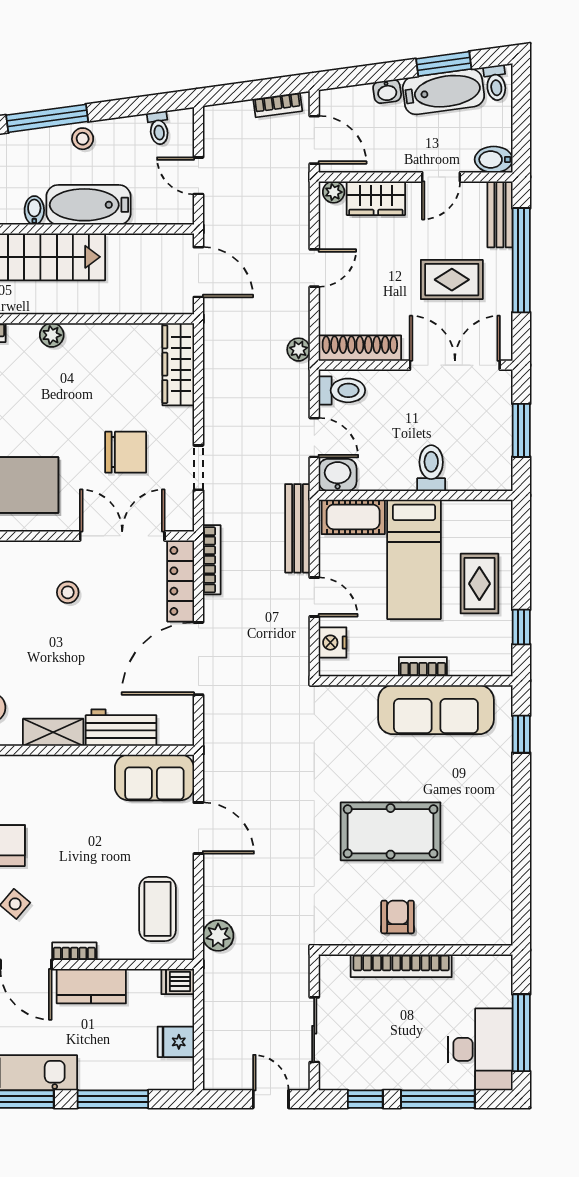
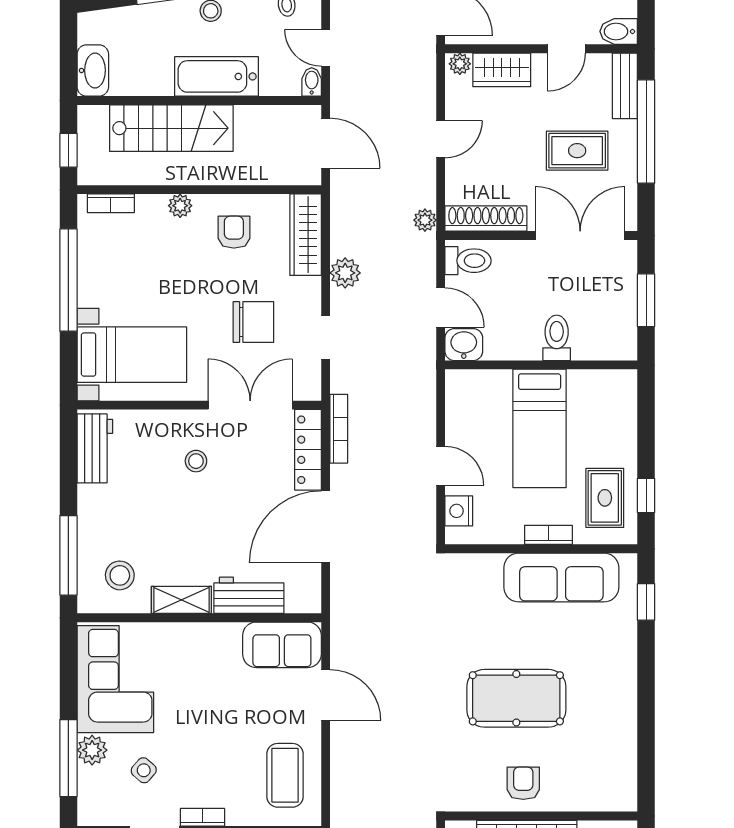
bidet: (34, 210) -> (312, 82), moved
armchair: (106, 362) -> (234, 232), added
cot: (353, 517) -> (479, 386), removed
bench: (298, 528) -> (424, 398), removed
rug: (479, 584) -> (605, 498), moved
plant: (218, 936) -> (345, 273), moved

